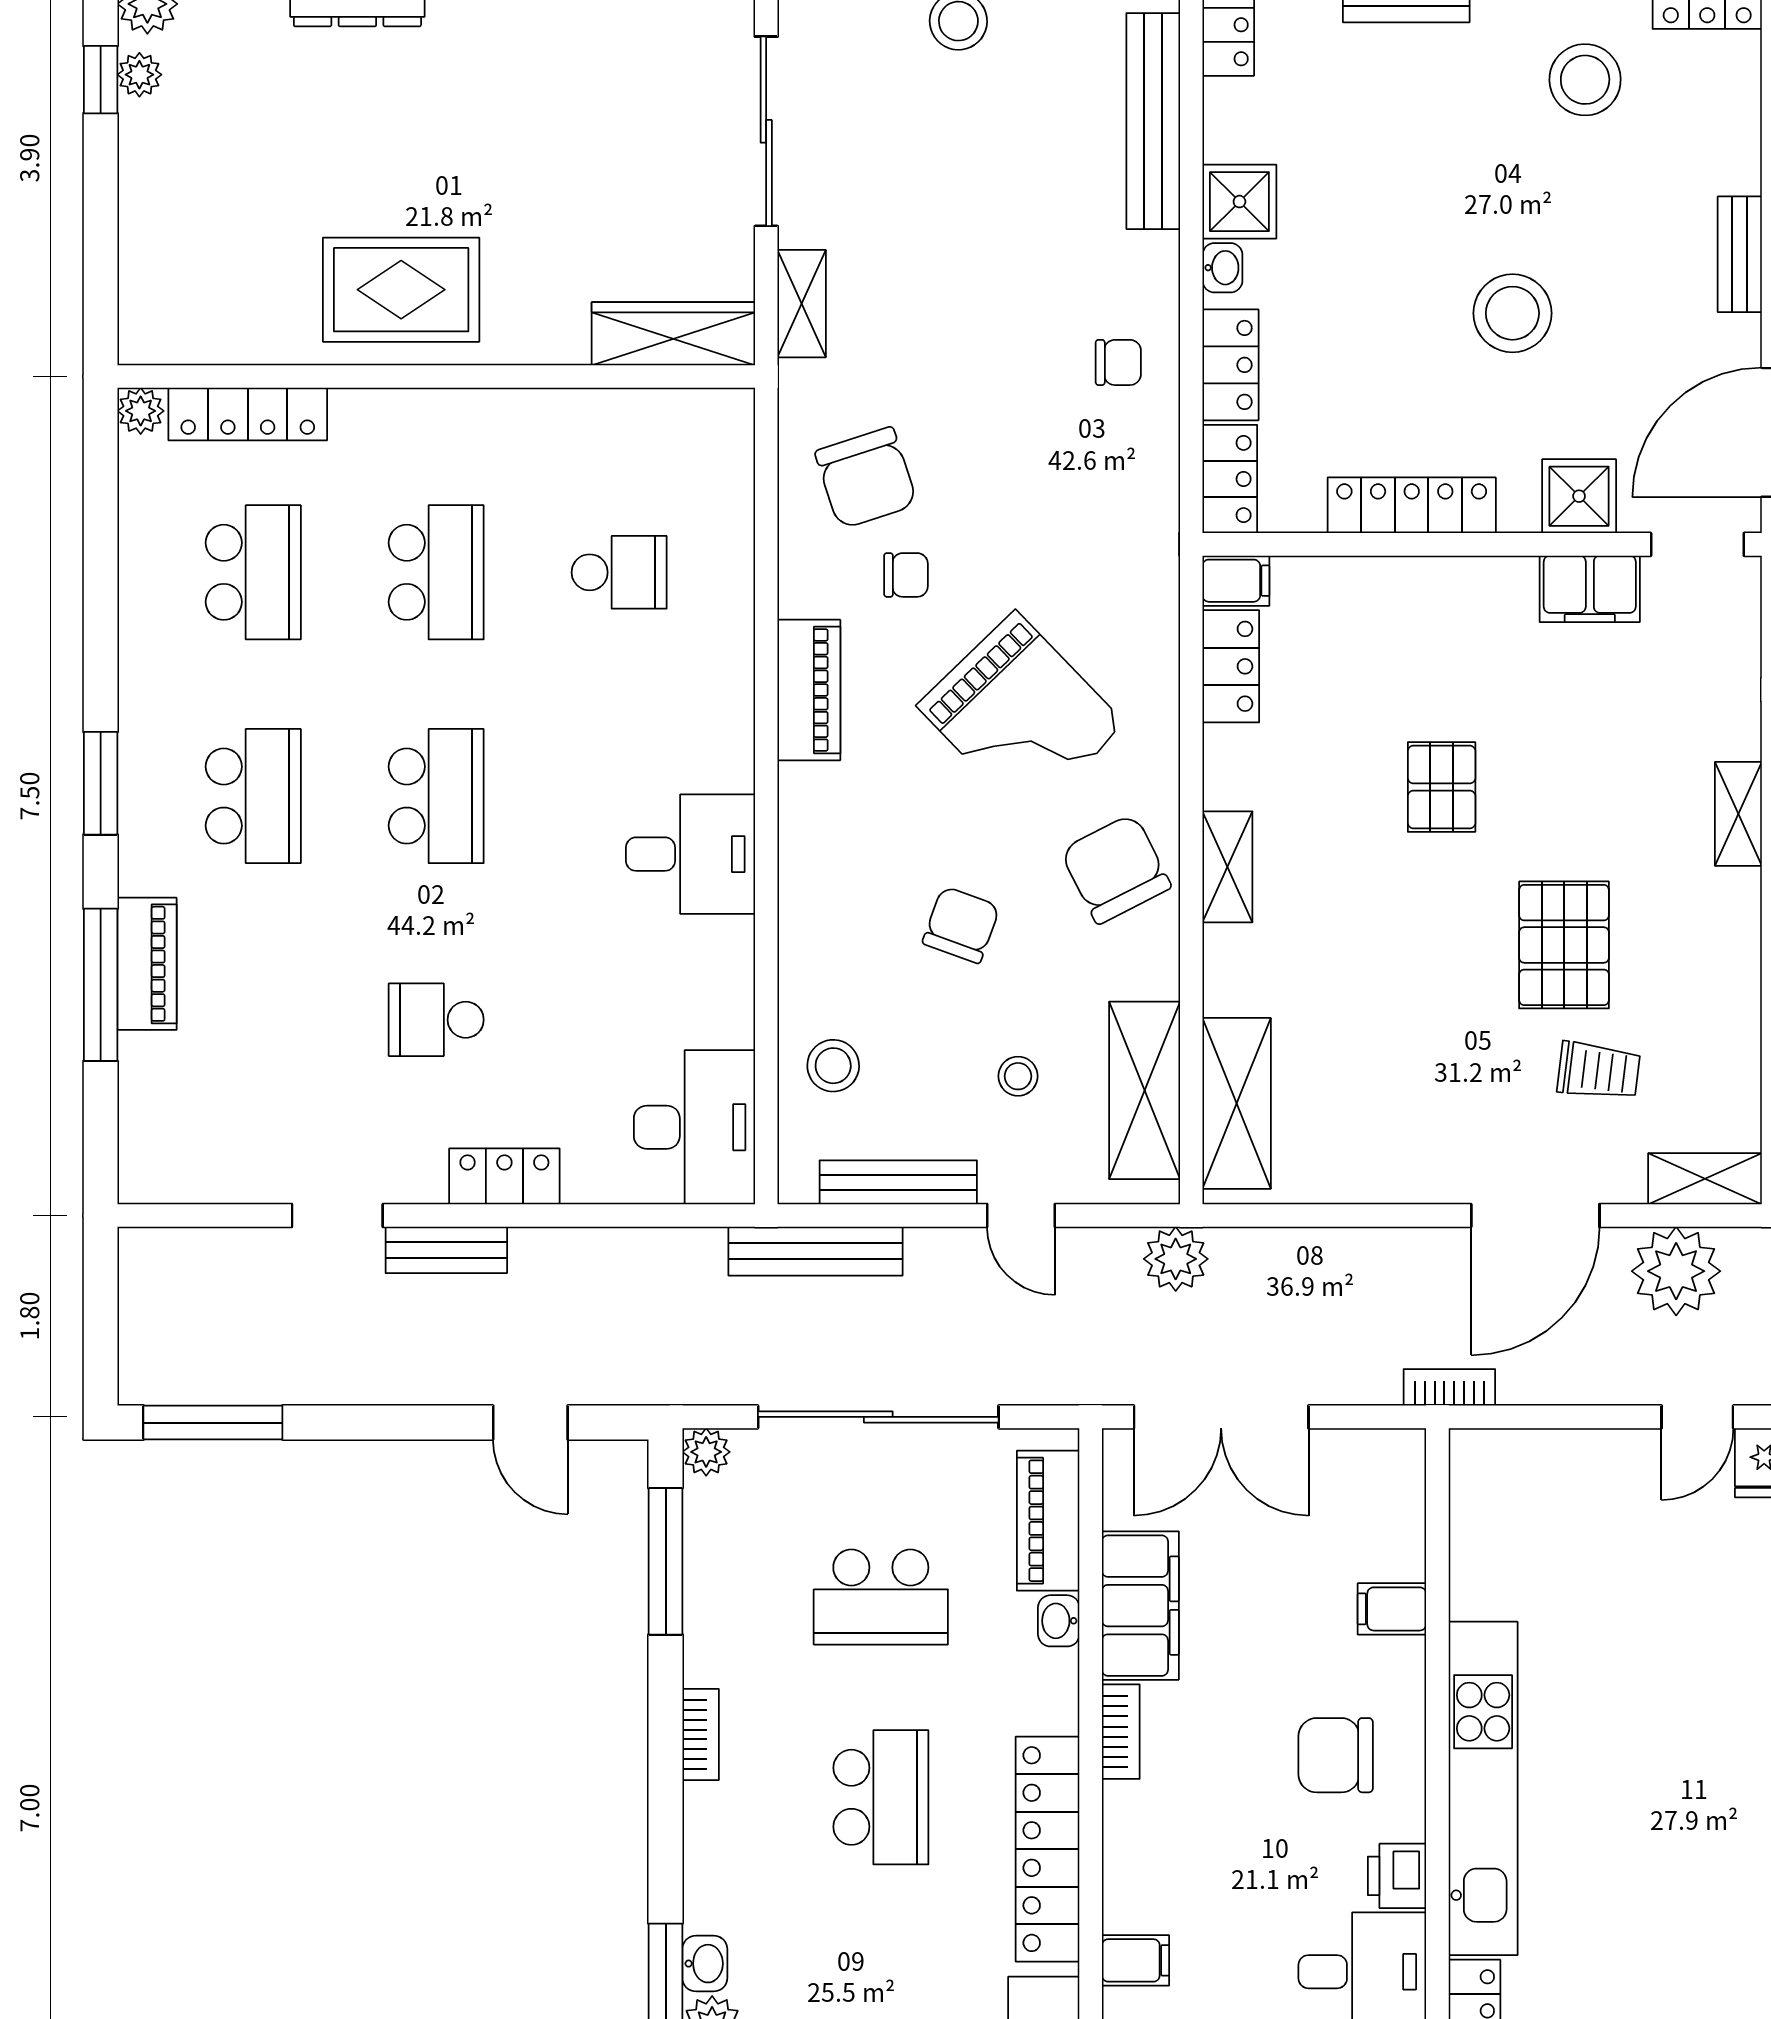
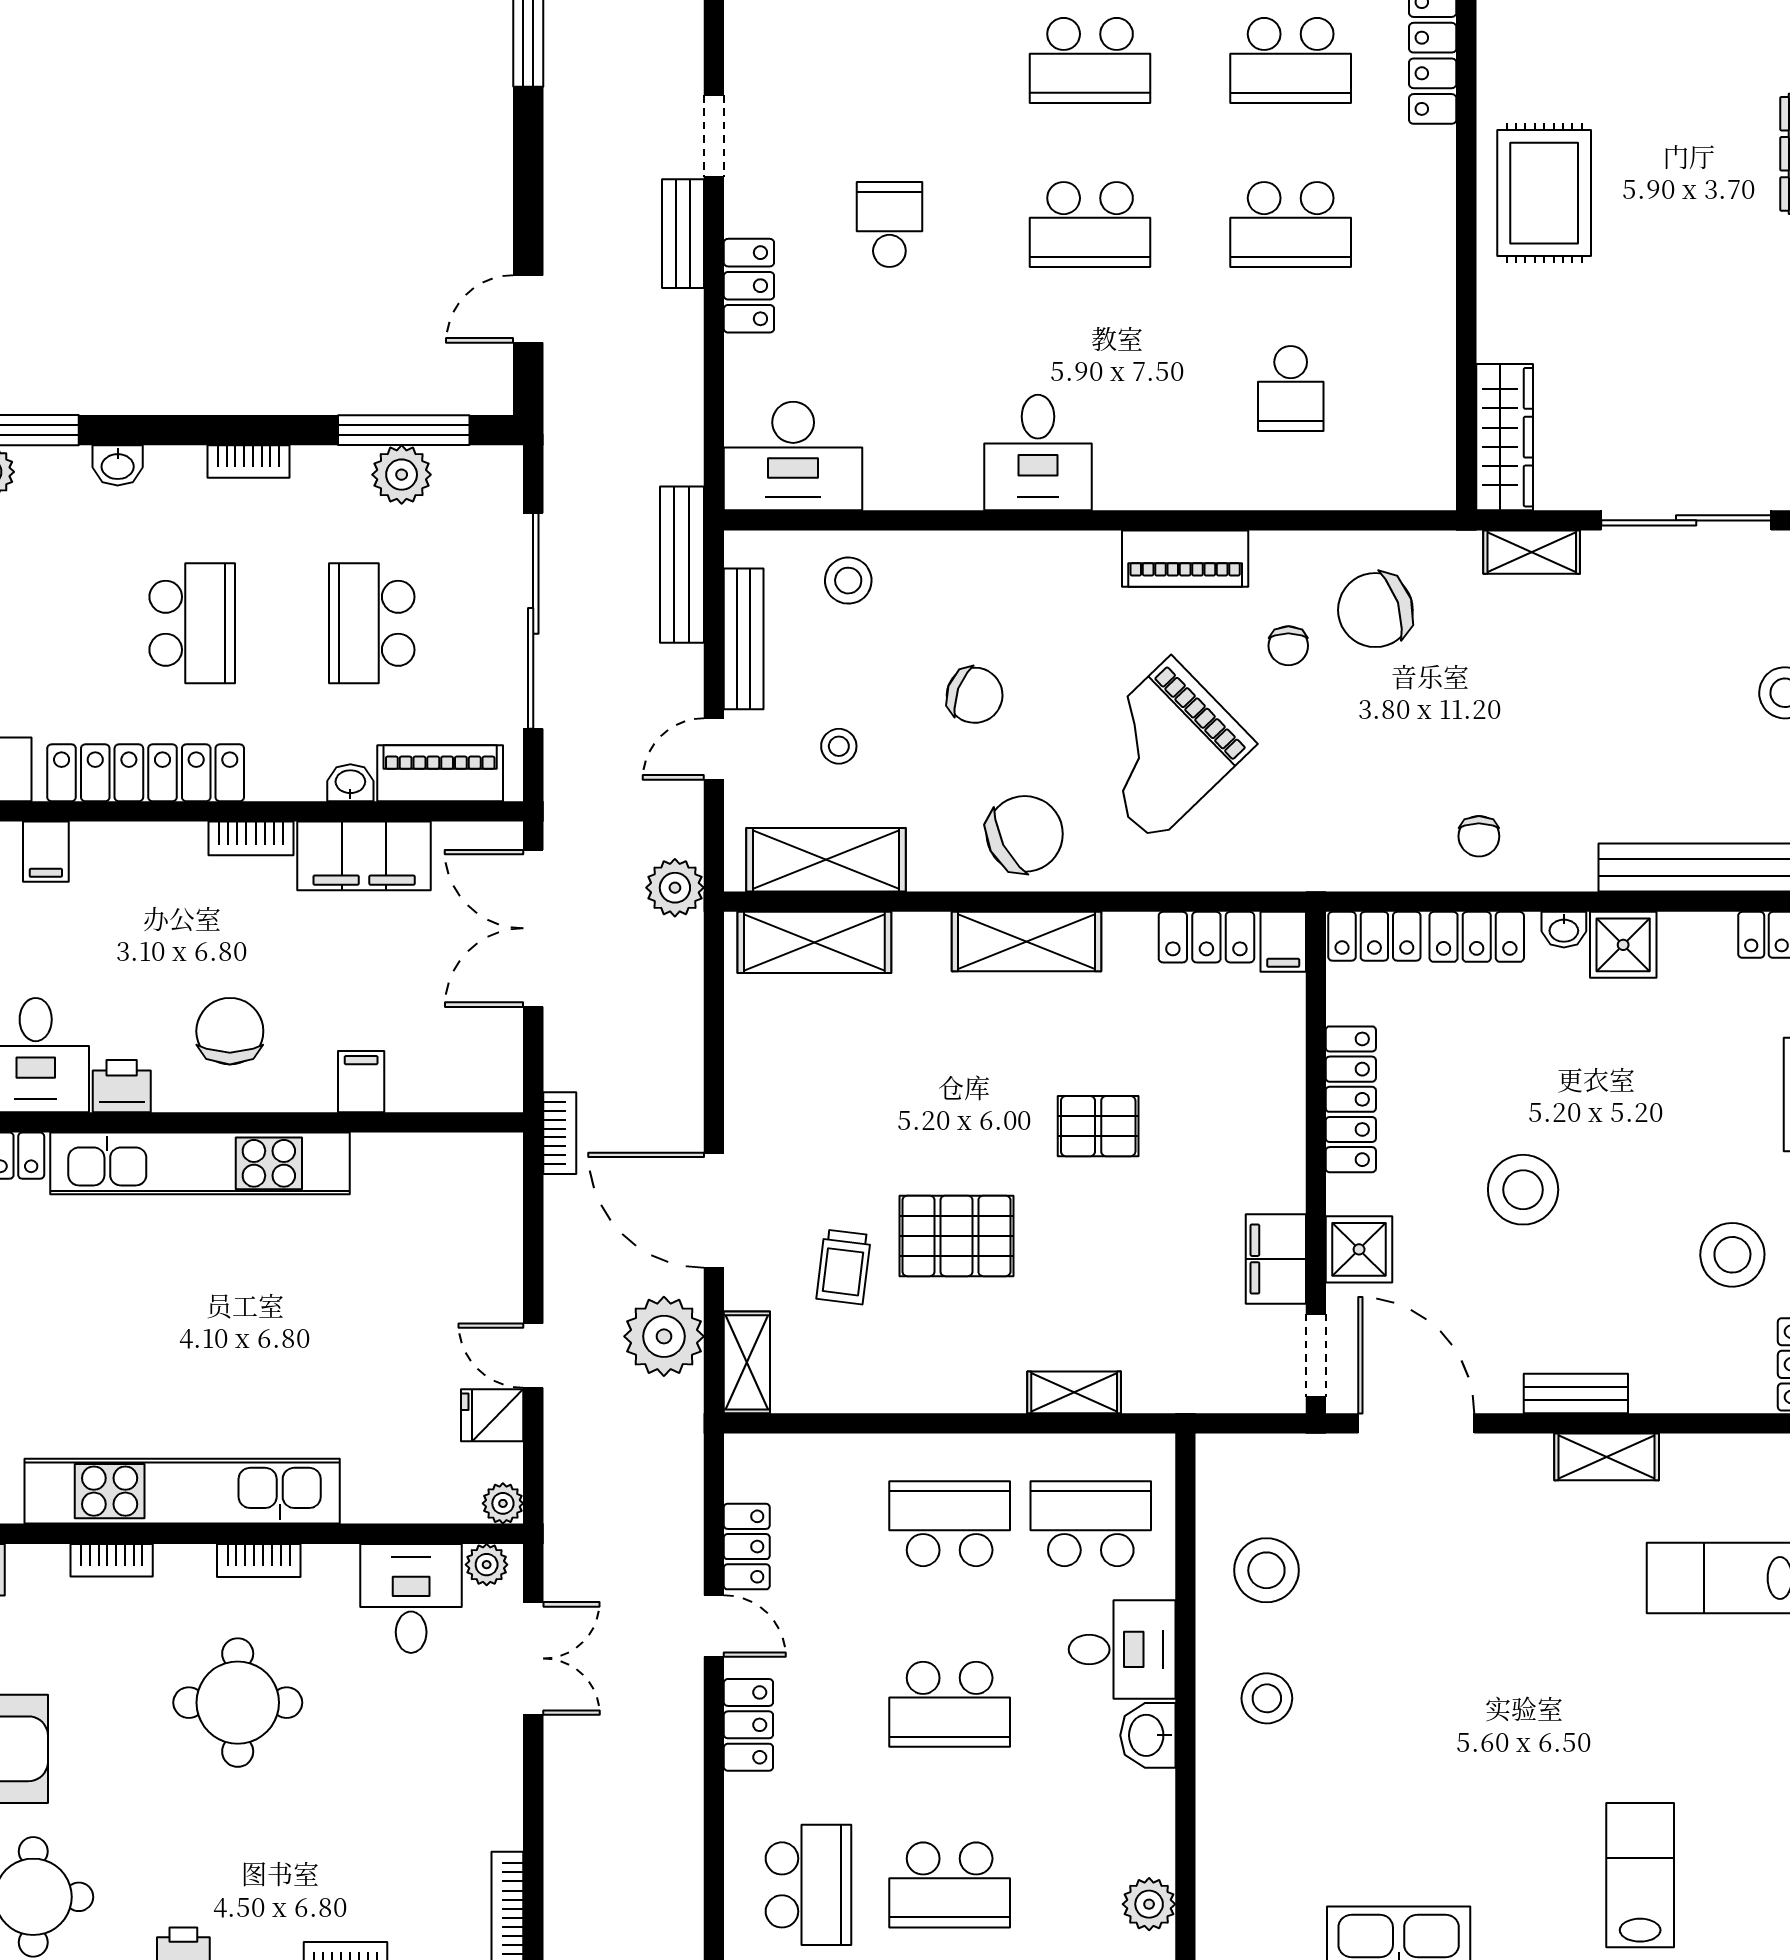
shelving: (1227, 867) -> (1027, 942), width x1.50, depth x1.33
plant: (706, 1452) -> (402, 475), moved, width x1.38, depth x1.38
school desk: (881, 1797) -> (192, 623), turned -90
washbasin: (705, 1964) -> (118, 465), moved

